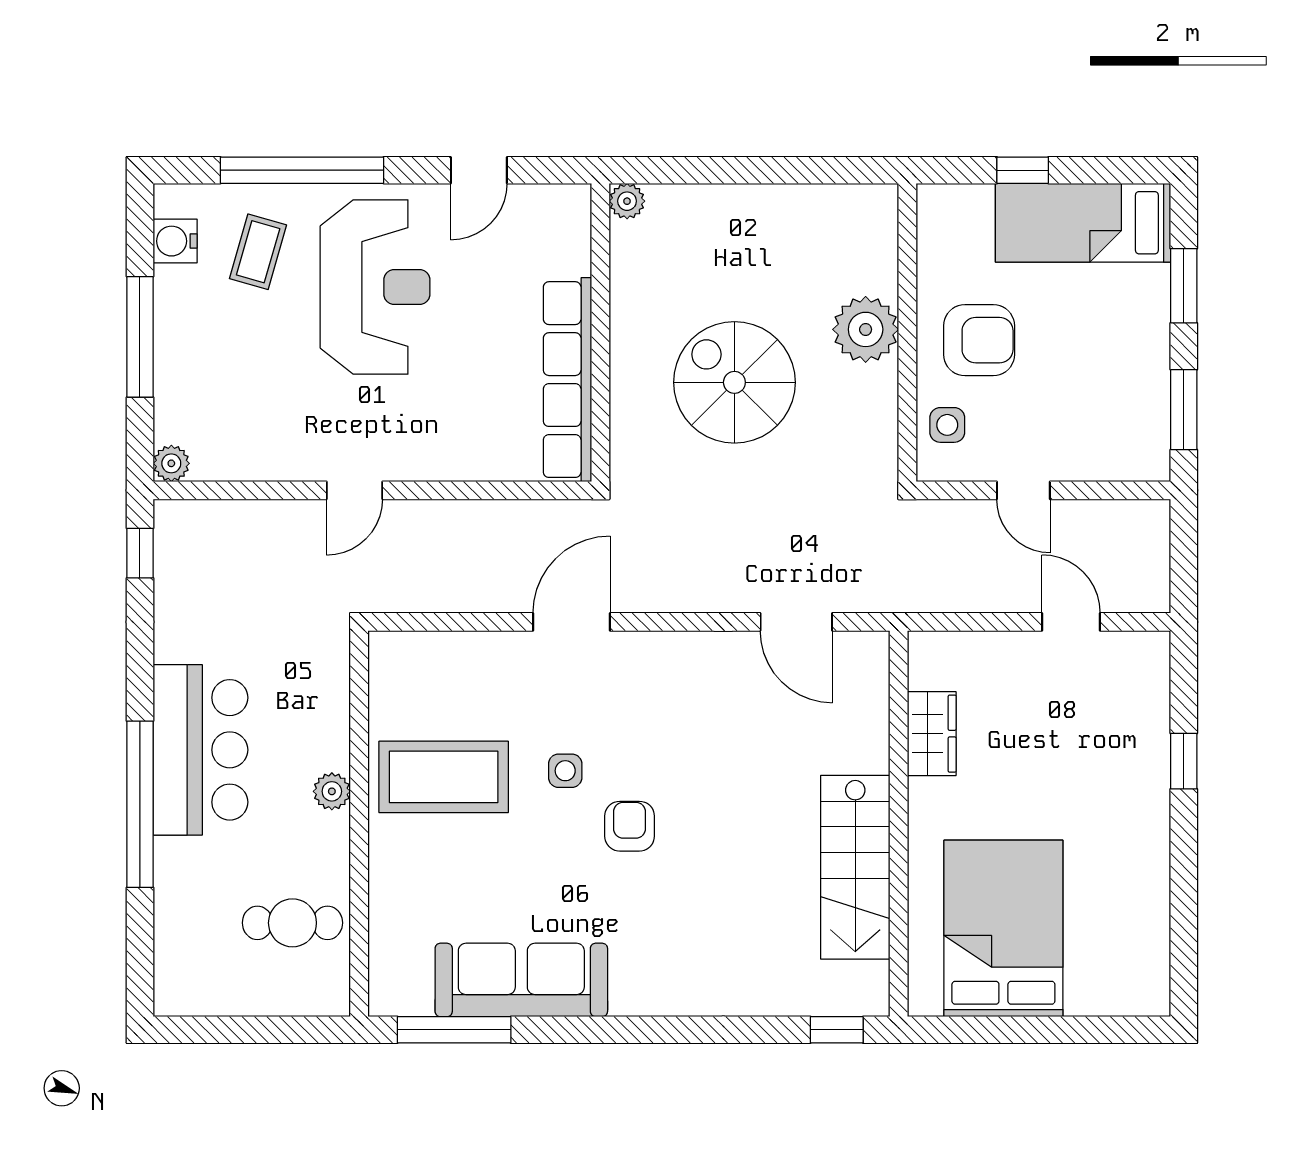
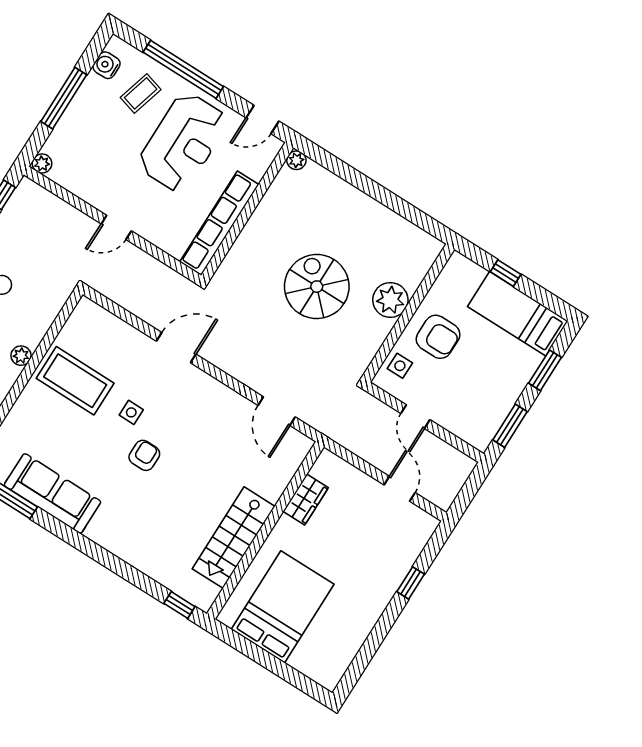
plant: (627, 201) -> (296, 160), moved
wall: (600, 332) -> (247, 211), moved
row of seats: (567, 380) -> (219, 223), moved

